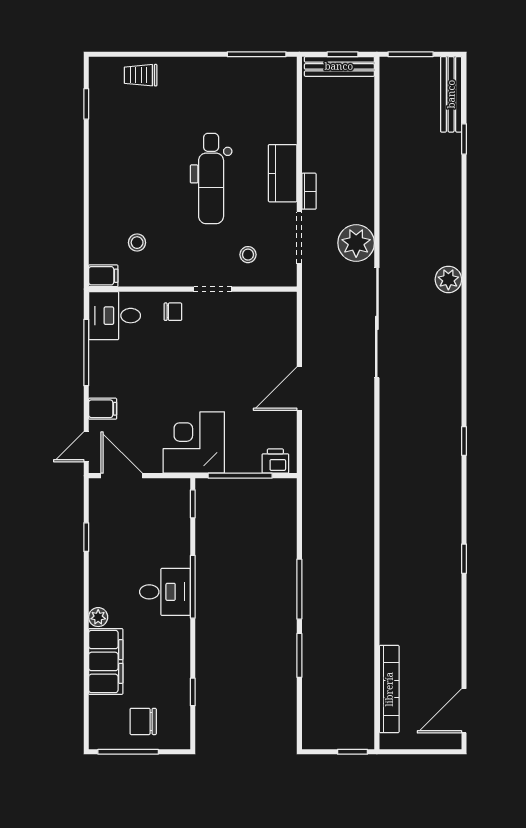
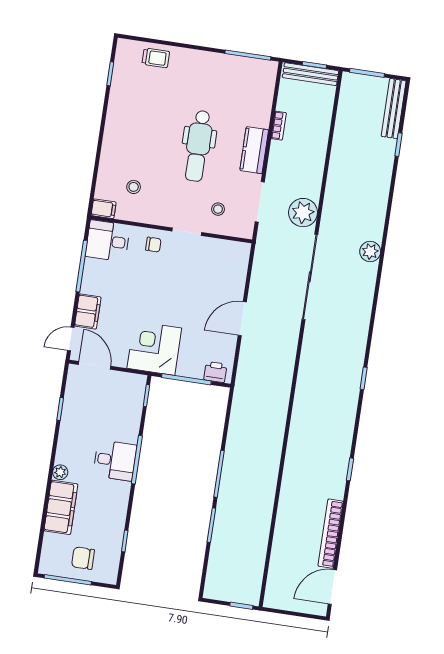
trolley: (141, 75) -> (156, 58), turned 180
bookcase: (309, 191) -> (279, 126), moved
filing cabinet: (103, 409) -> (88, 312), width x2.00
bookcase: (389, 689) -> (331, 534), moved, turned 180

